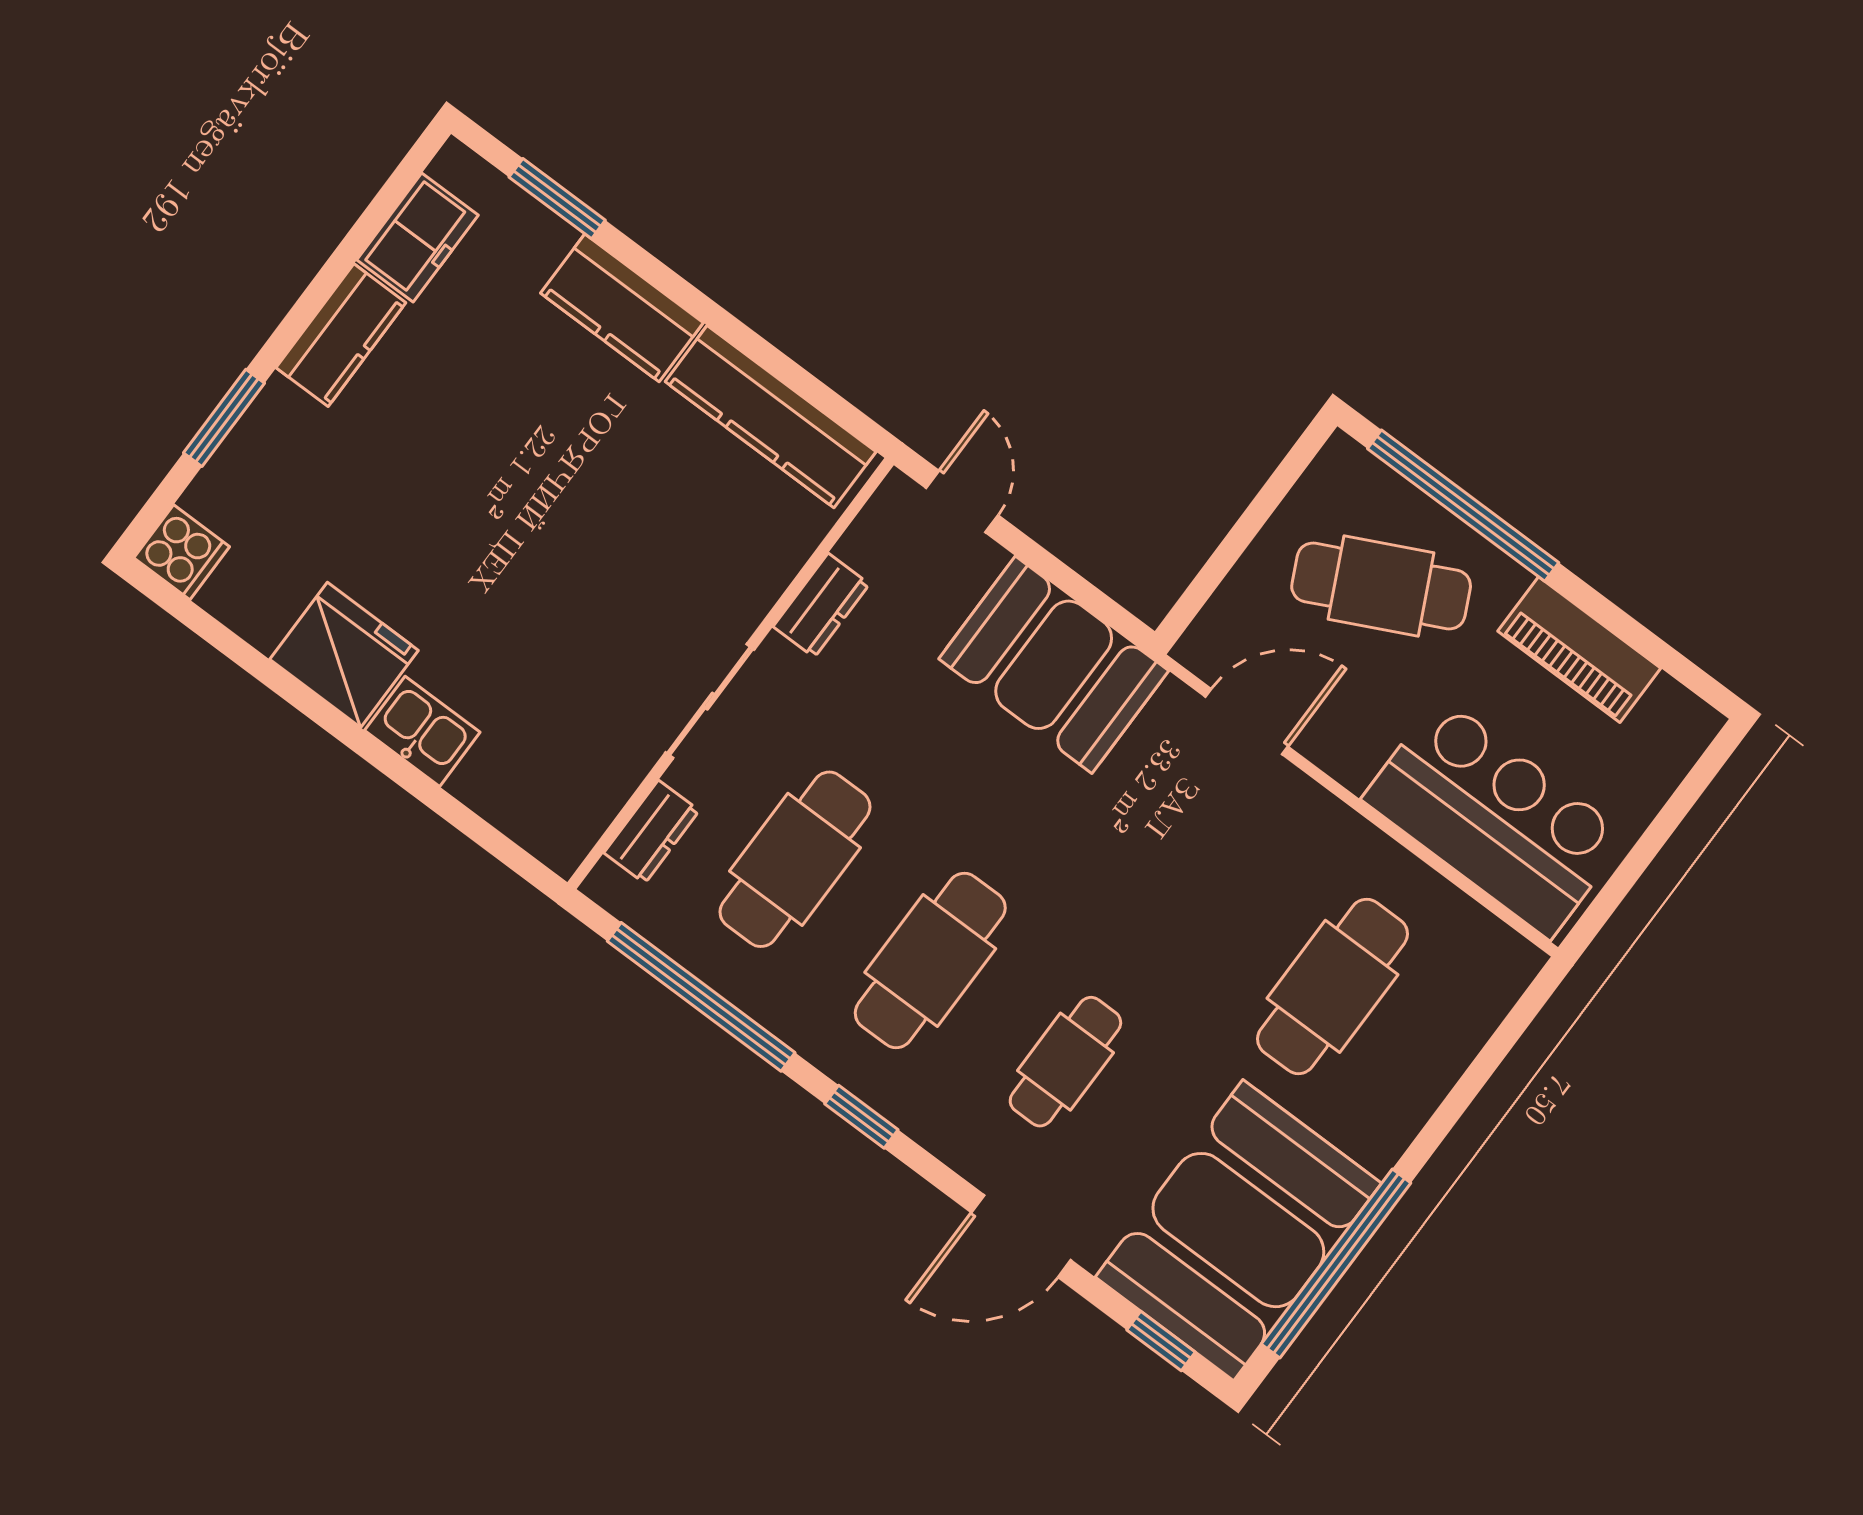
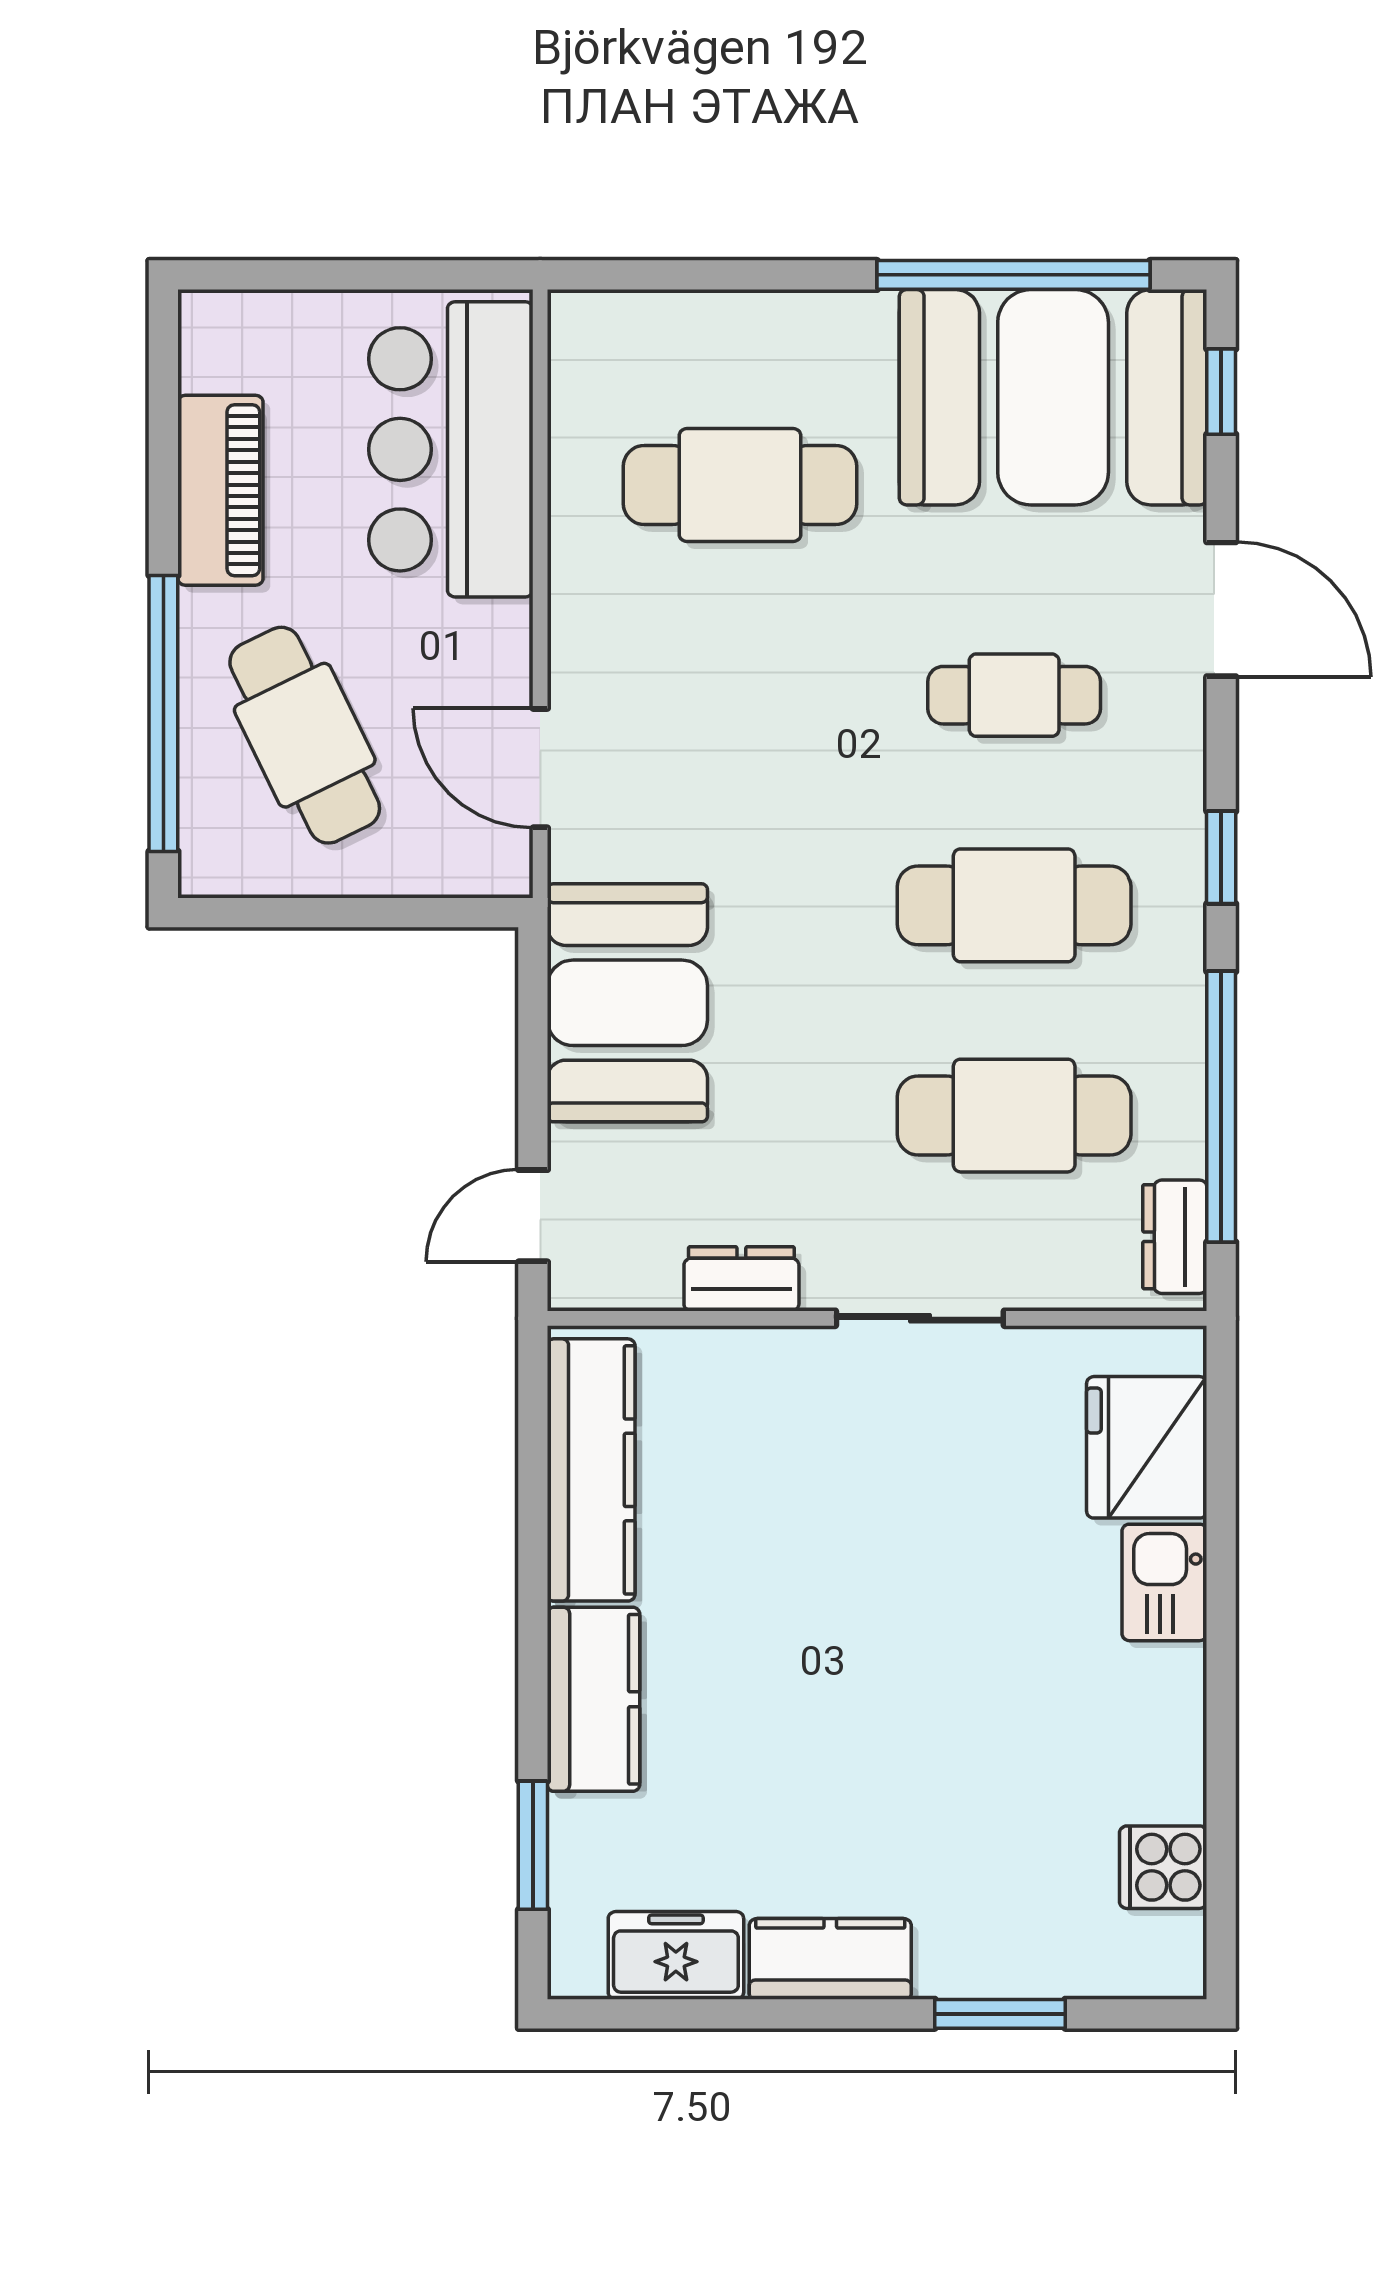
cooker: (182, 552) -> (1163, 1867), moved, turned -90
fridge: (344, 655) -> (1147, 1447), moved
dresser: (652, 832) -> (1175, 1237), moved, turned -90

